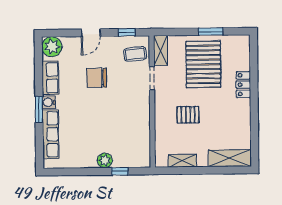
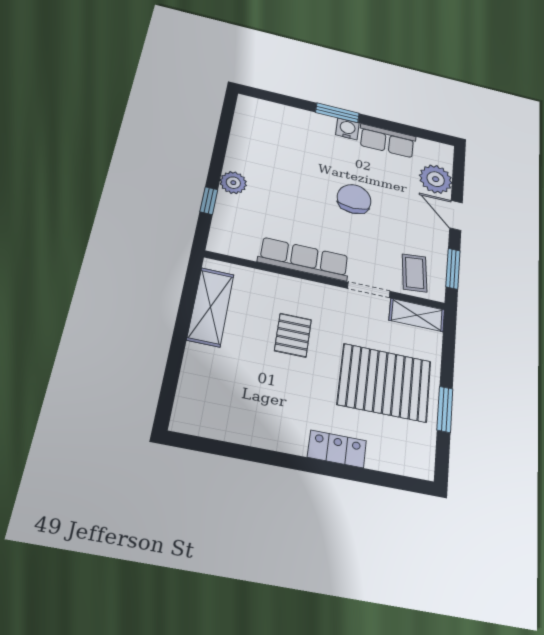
window: (127, 32) -> (453, 269), width x1.50
plant: (52, 47) -> (436, 179), moved
chair: (97, 78) -> (354, 199), moved
row of seats: (51, 134) -> (304, 259), moved, turned 180
shelving: (230, 158) -> (194, 392), removed
shelving: (182, 161) -> (211, 307), width x1.50, depth x1.33

